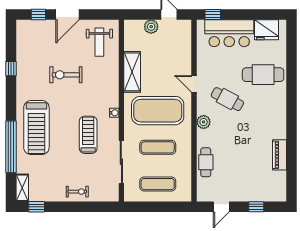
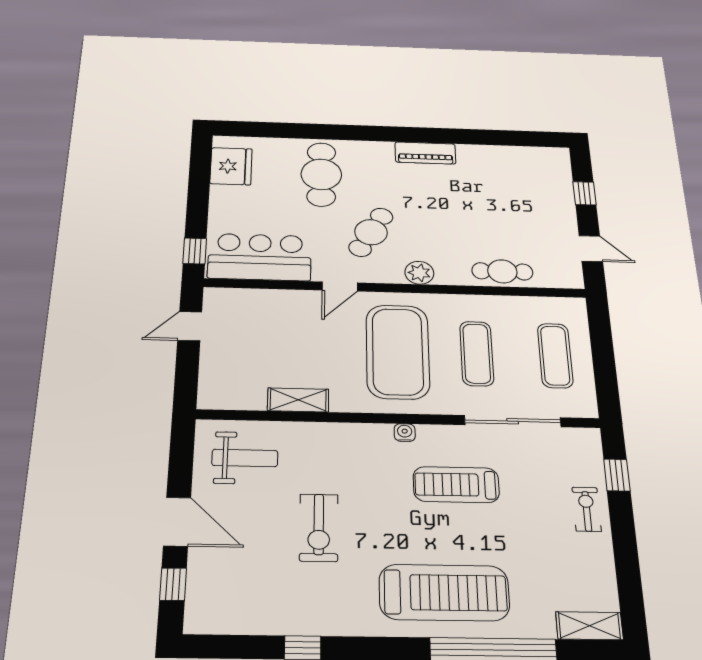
plant: (151, 27) -> (215, 359), removed
bar counter: (229, 33) -> (260, 257), moved, turned -90
shelving: (132, 72) -> (298, 400), width x0.67, depth x0.75
piano: (279, 155) -> (425, 153), moved
window: (37, 207) -> (617, 475), moved

